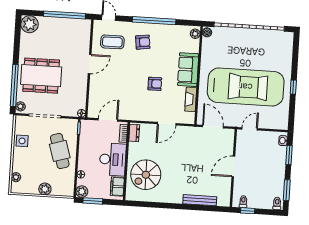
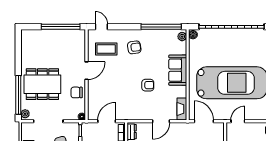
window: (154, 21) -> (161, 27), moved
plant: (30, 24) -> (29, 37), removed
chair: (78, 87) -> (77, 92), added
fireplace: (191, 99) -> (182, 109), moved

